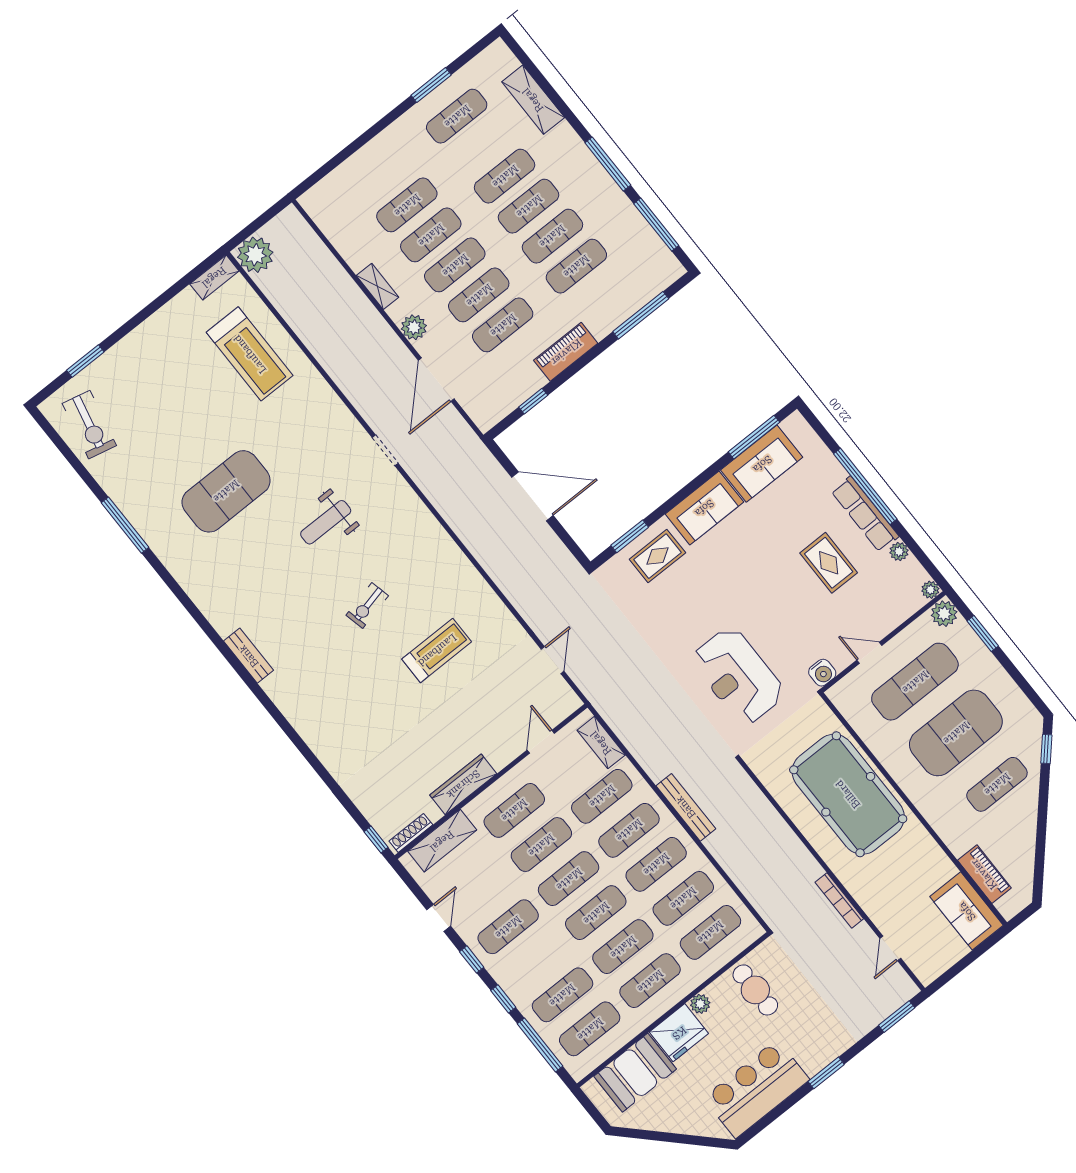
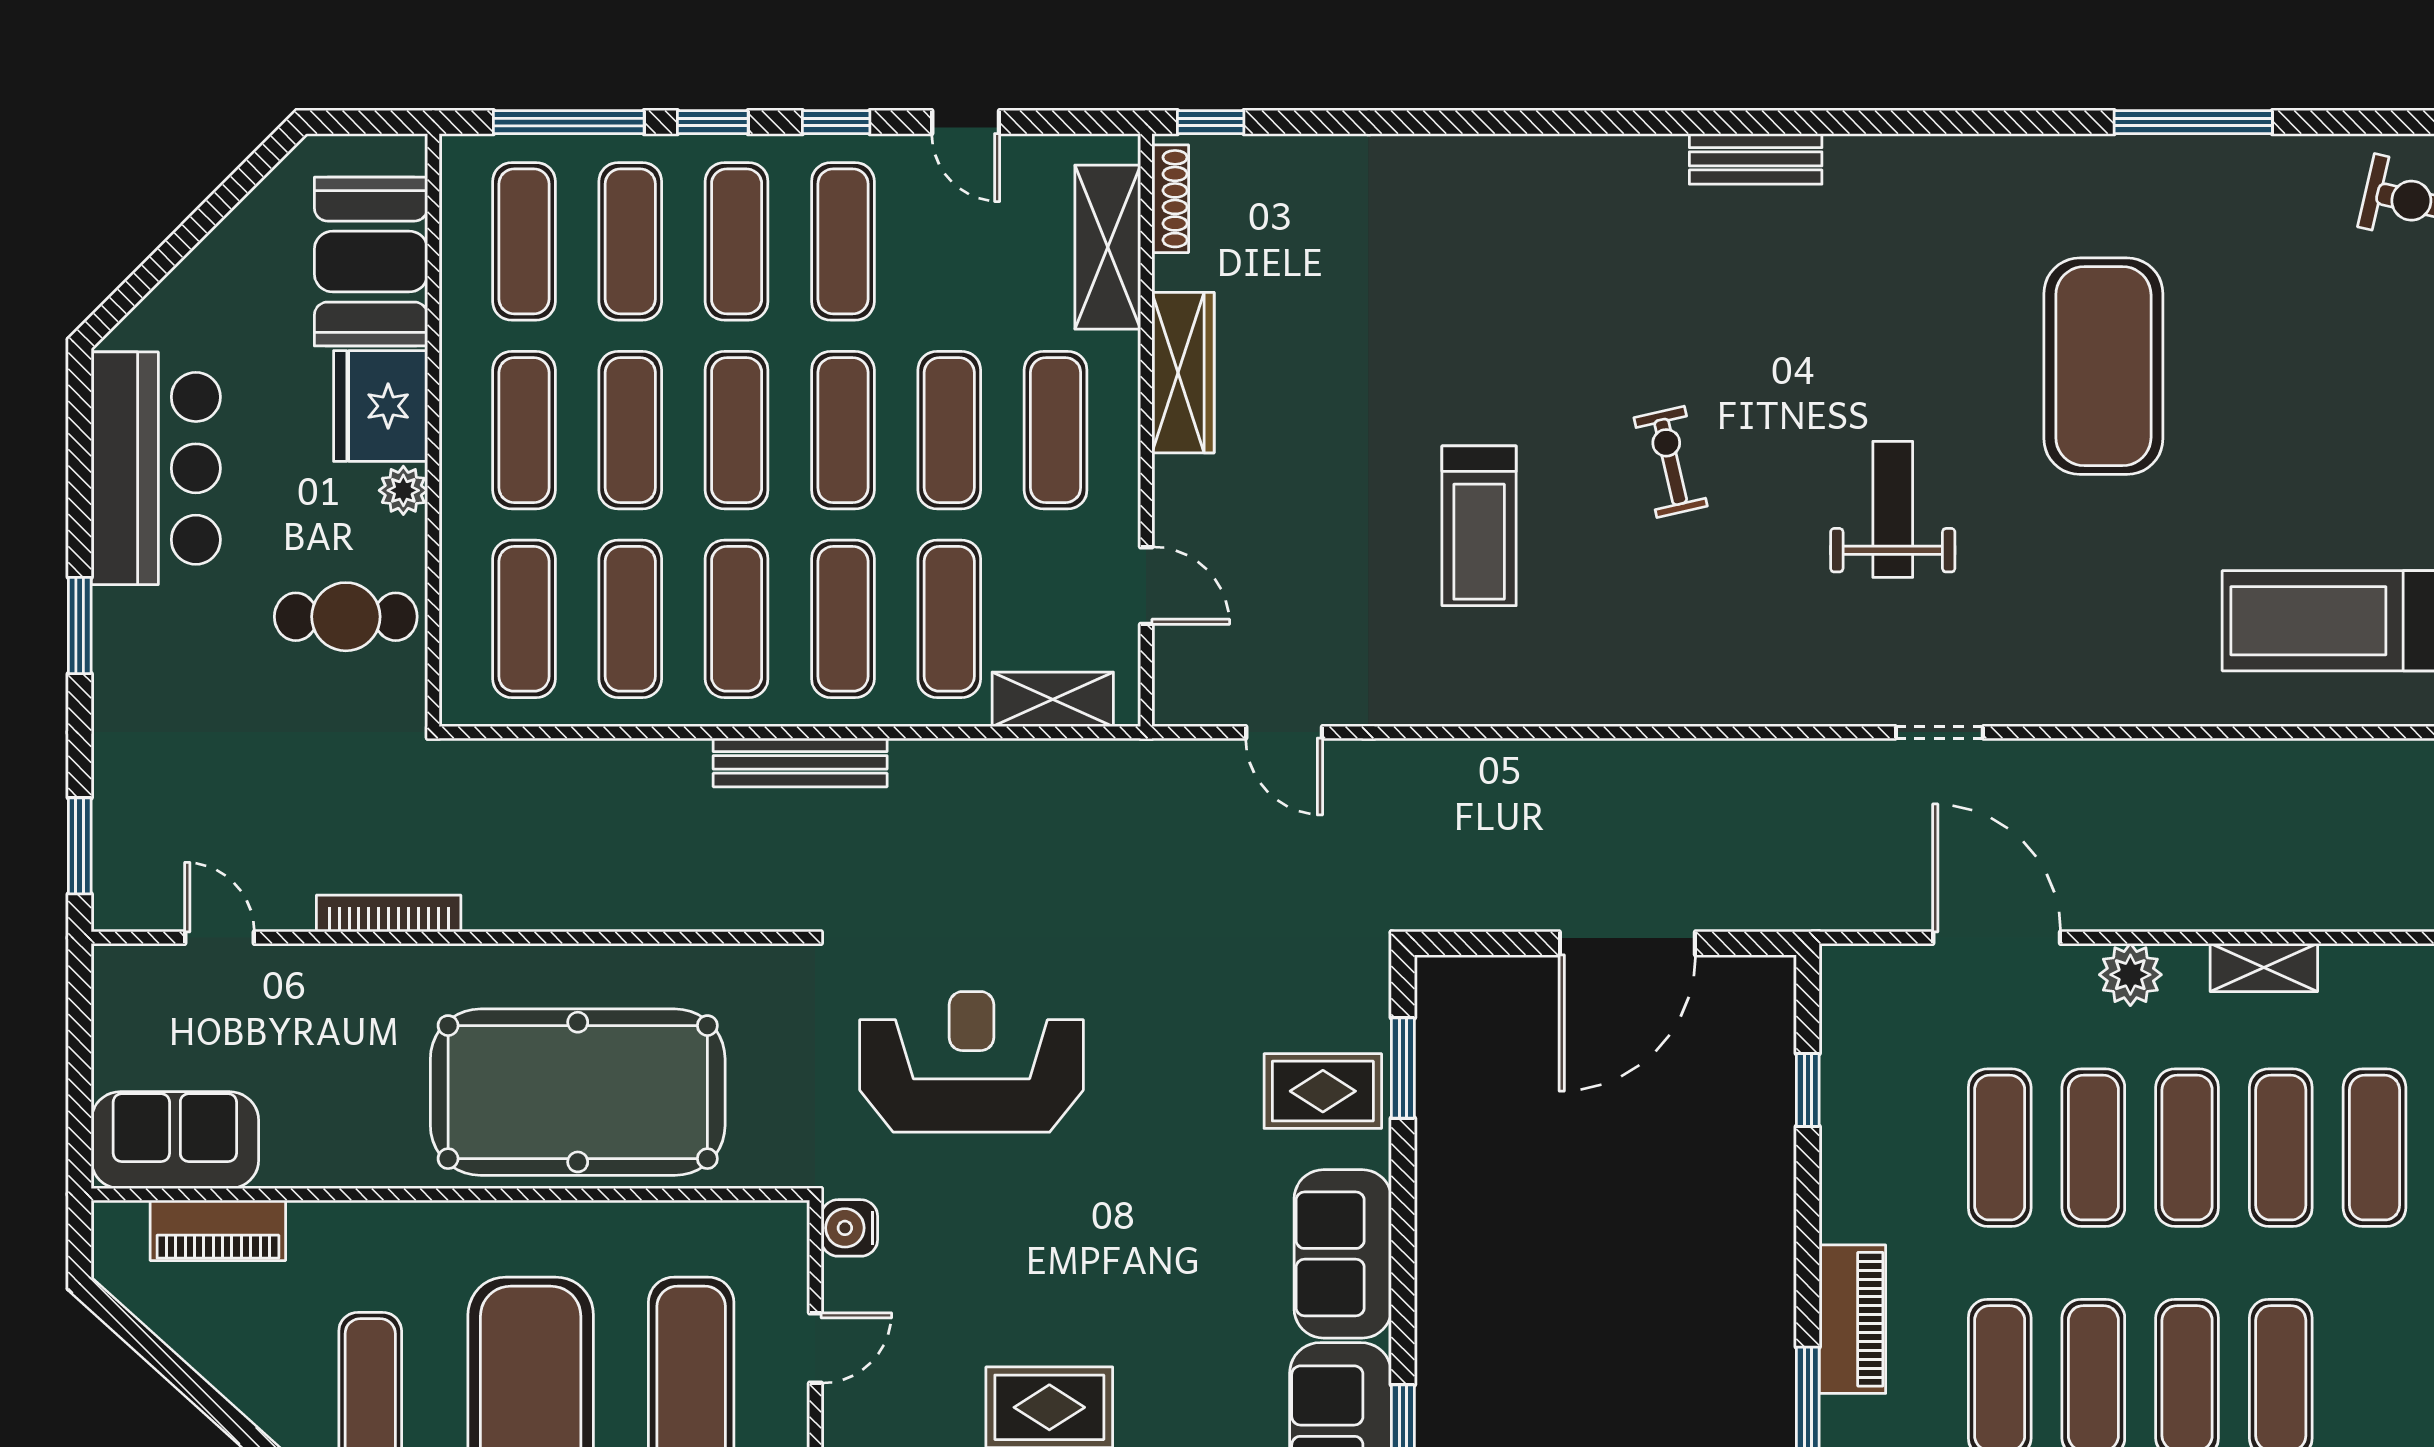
piano: (566, 352) -> (1852, 1319), moved
rug: (657, 556) -> (1323, 1091), turned 90
exercise mat: (535, 961) -> (737, 241), added

